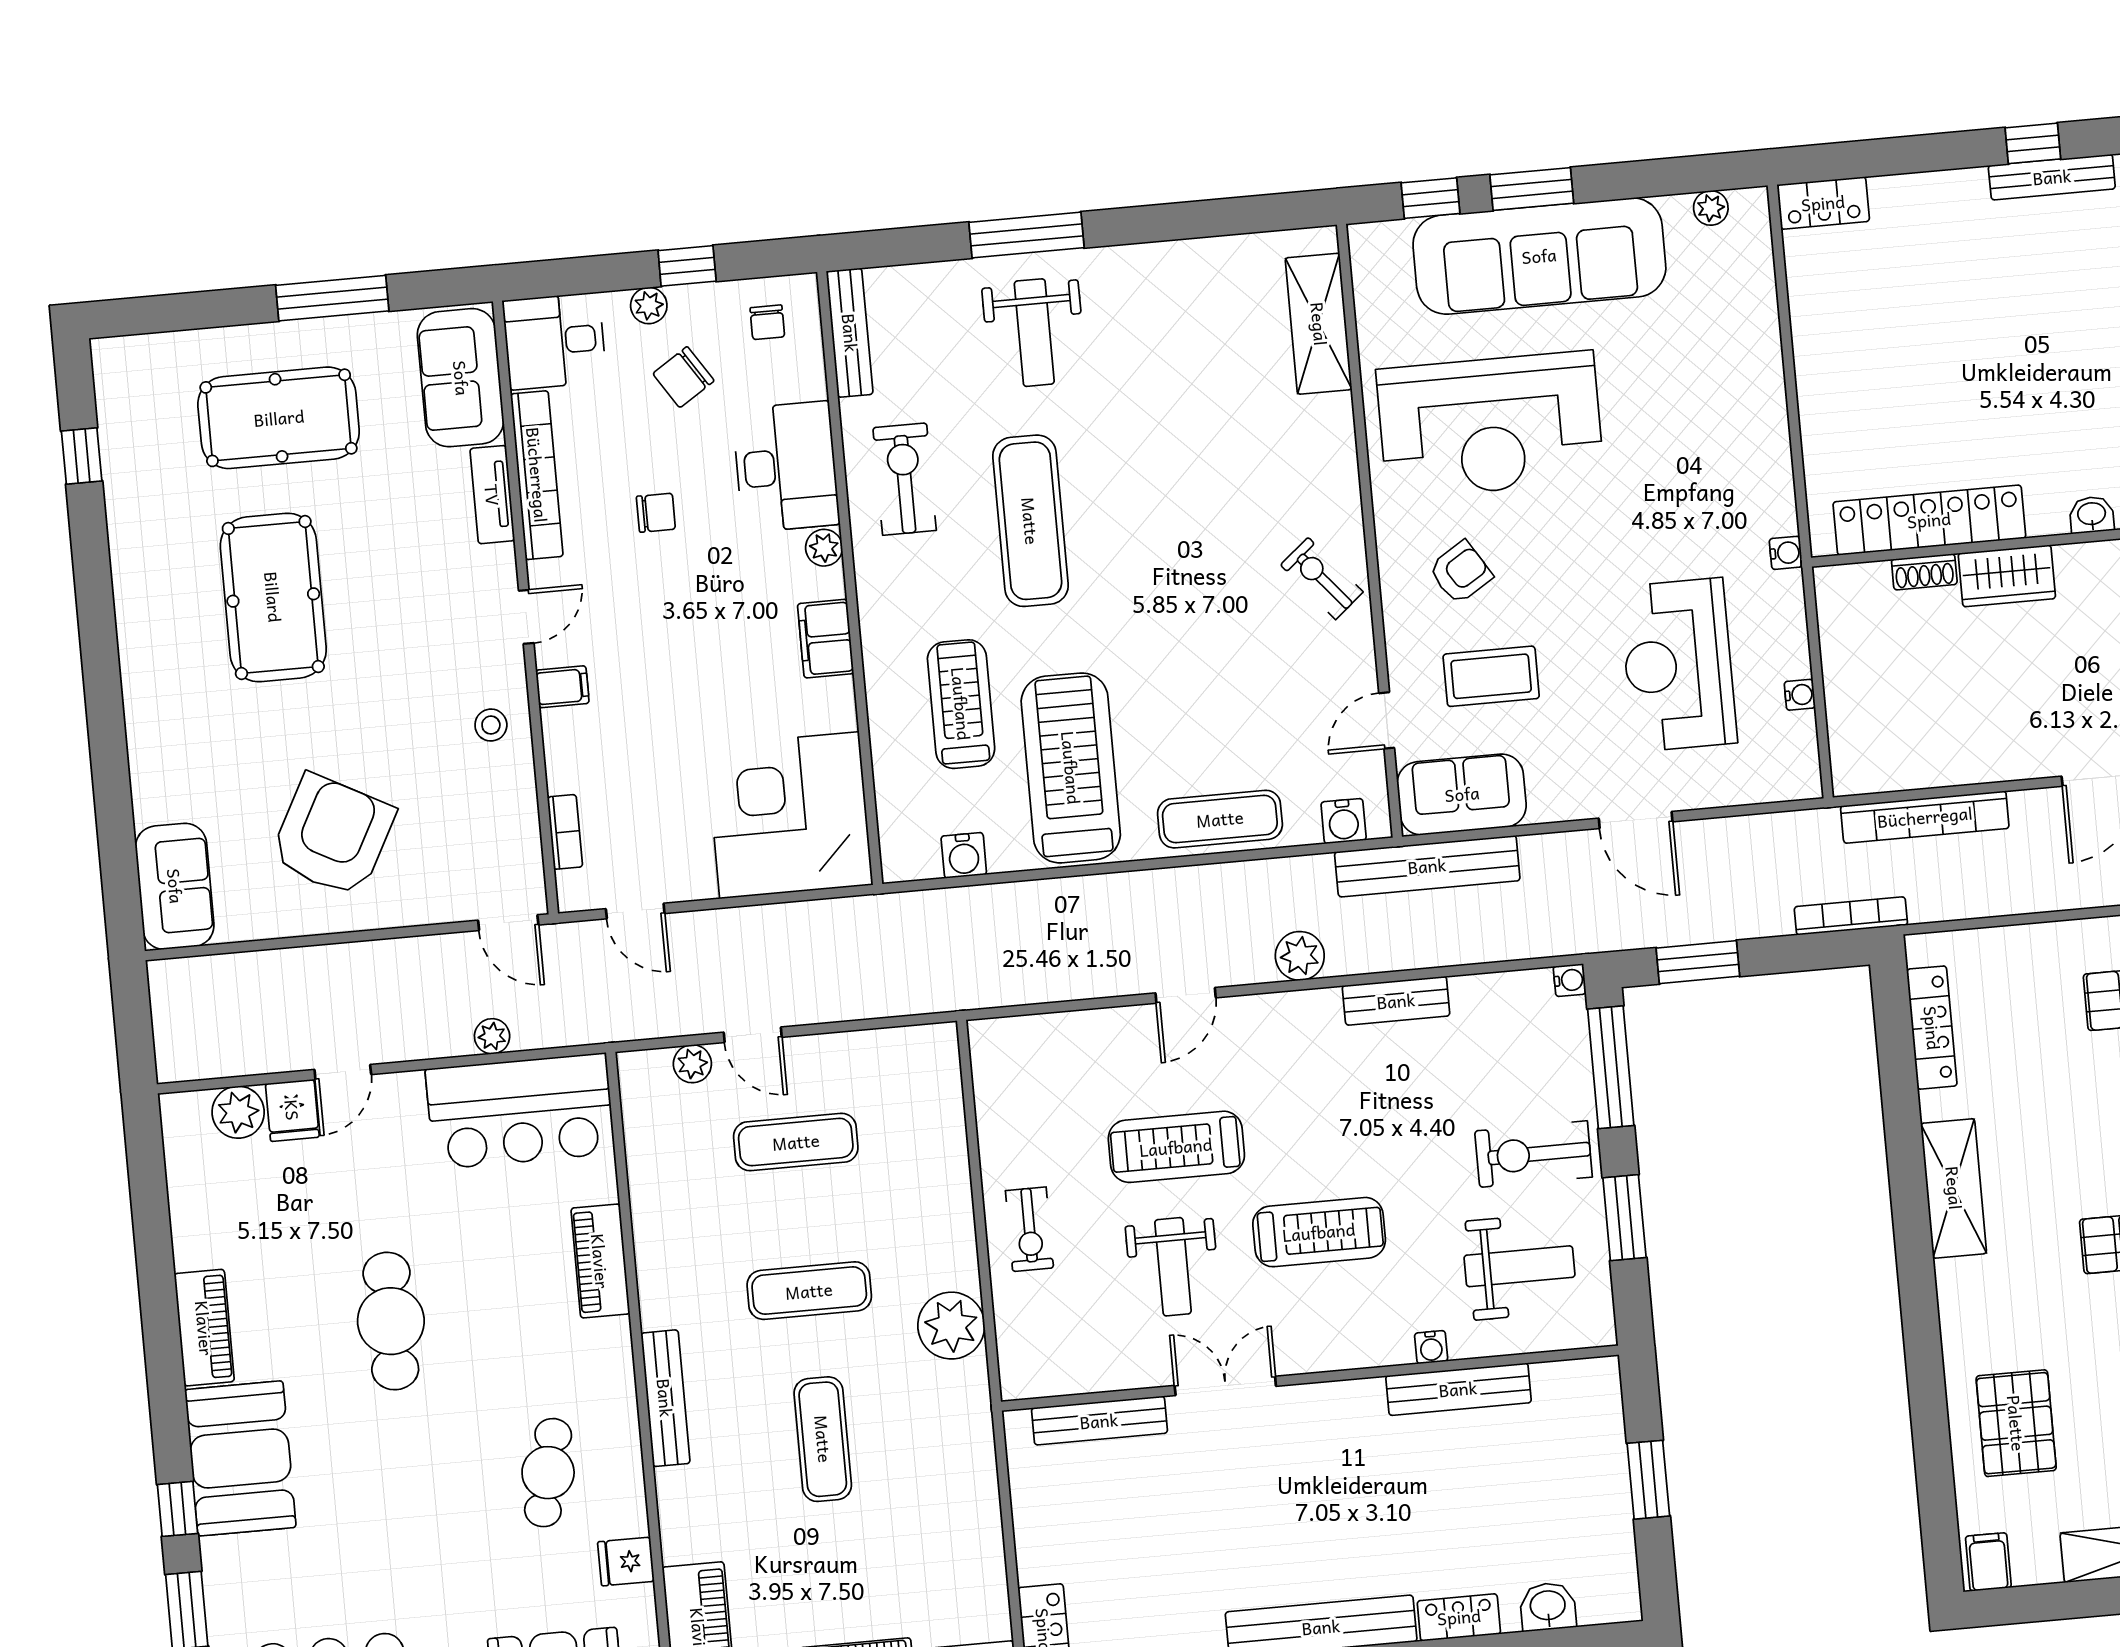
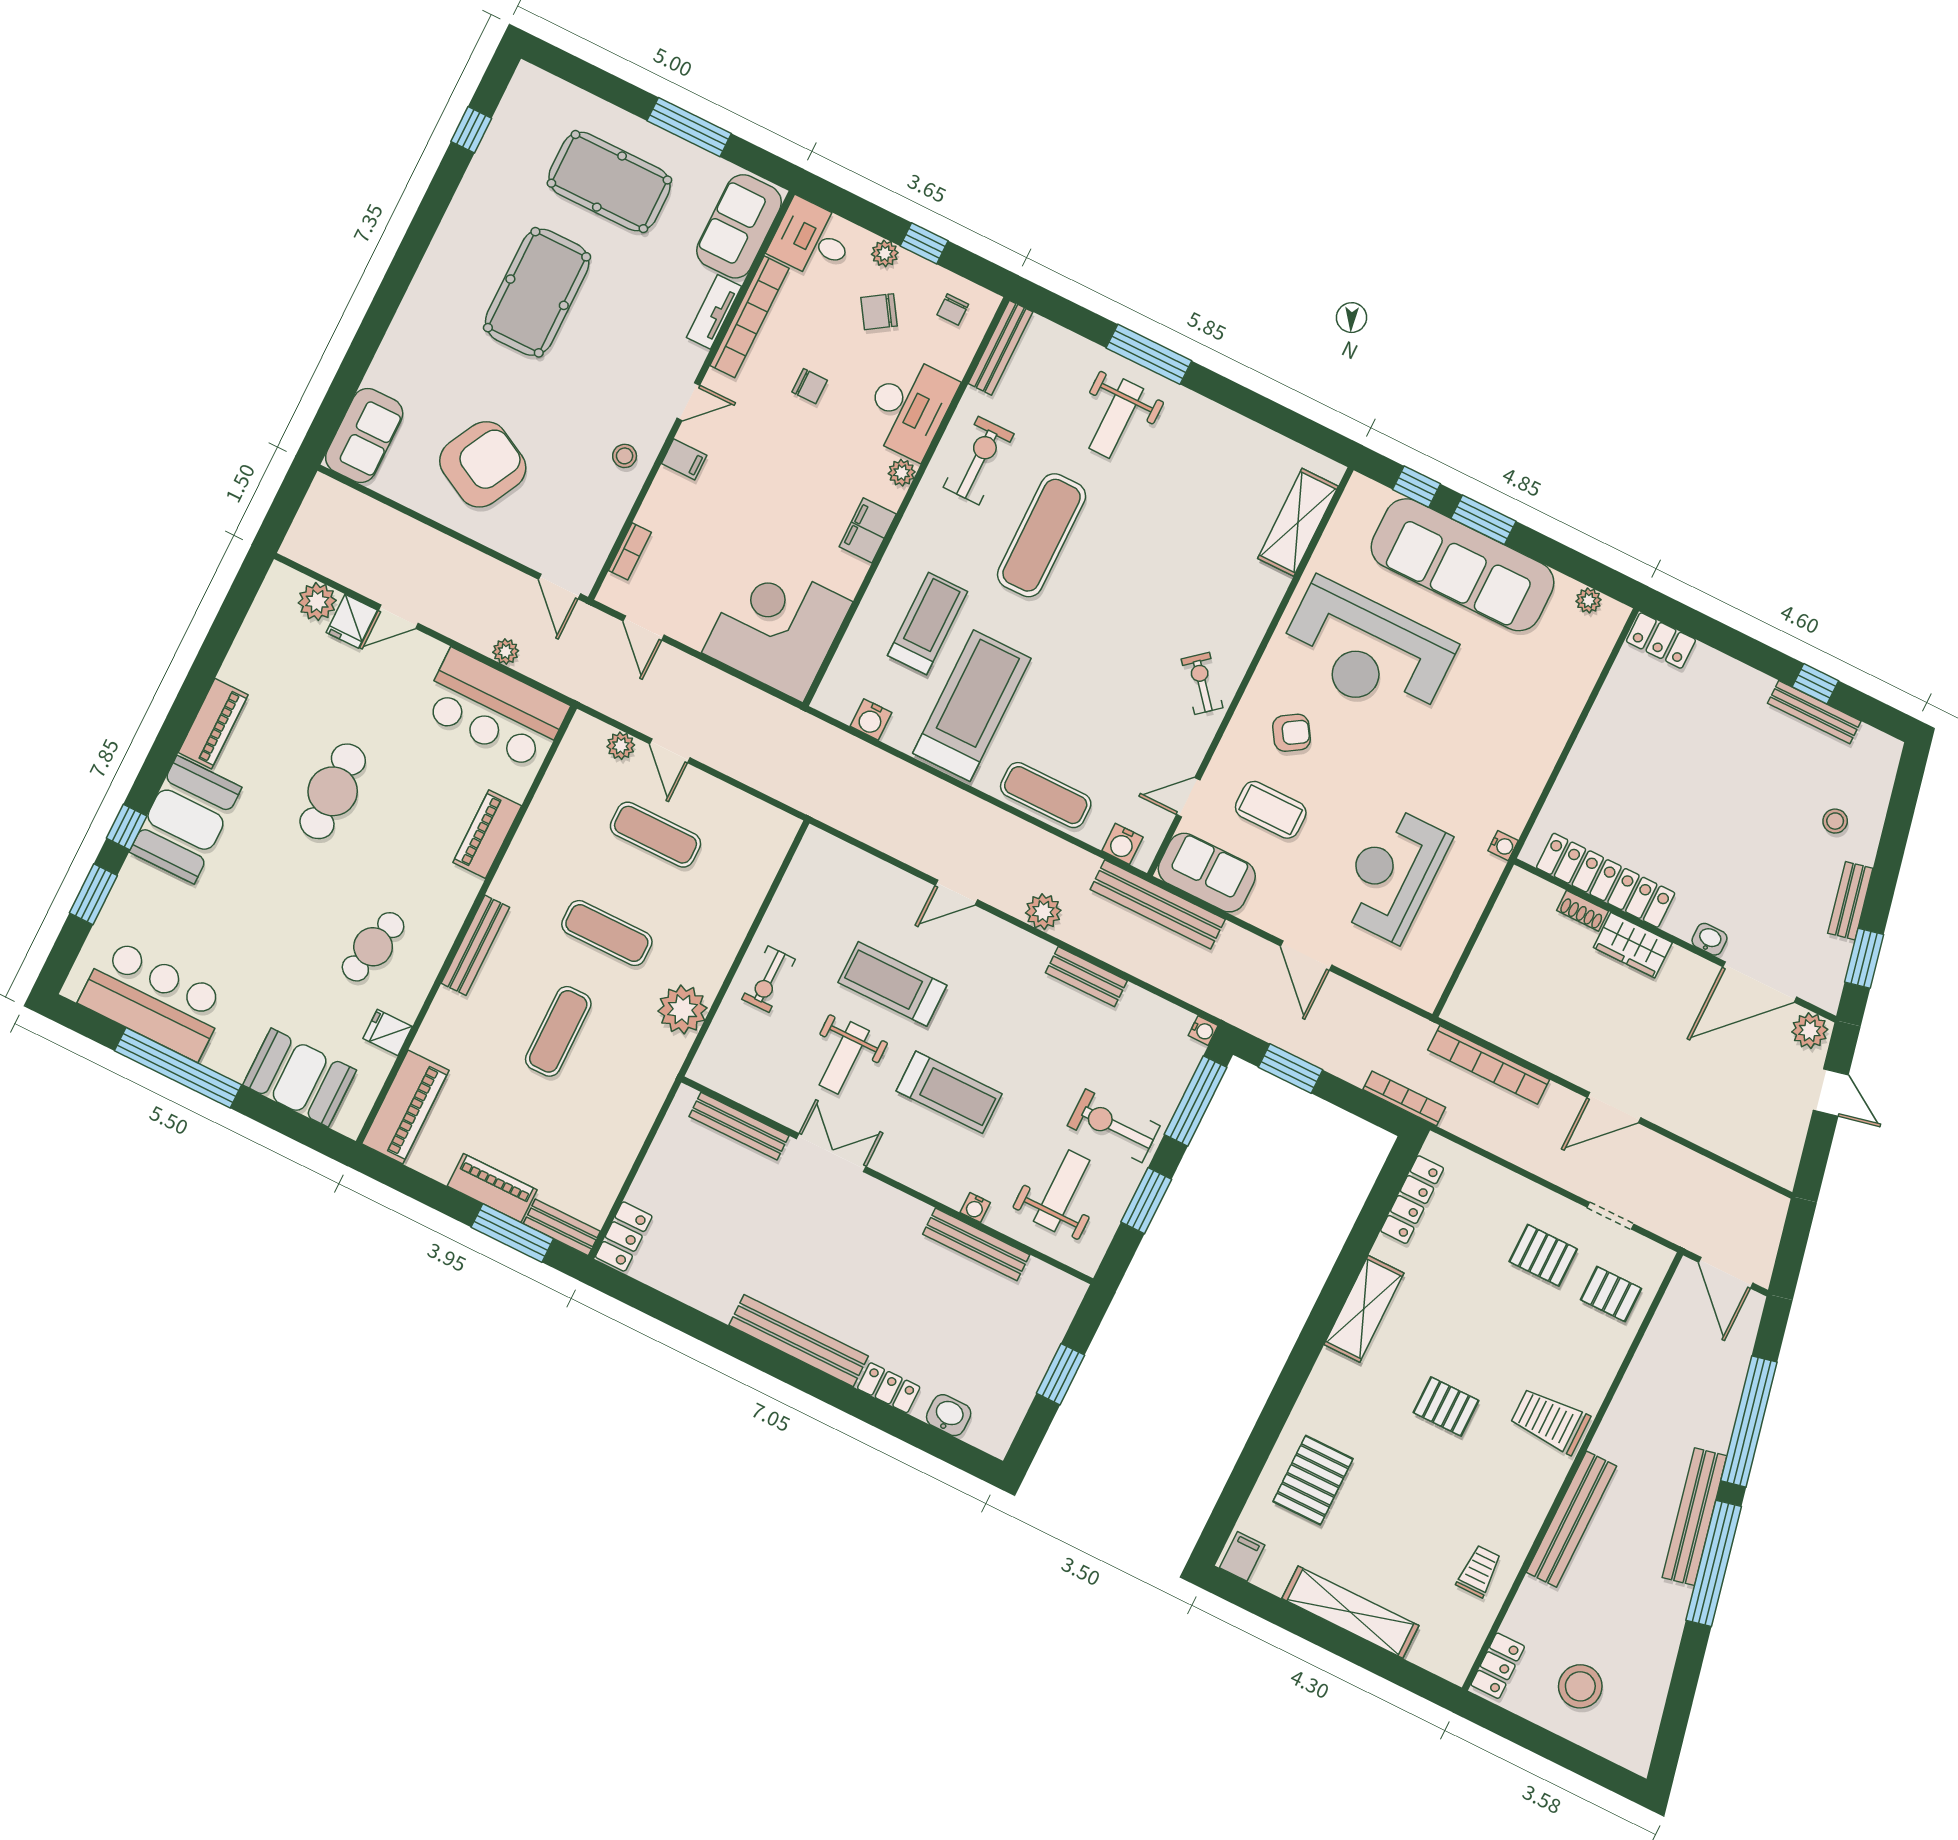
water cooler: (1800, 695) -> (1457, 940), removed
weight bench: (1519, 1266) -> (1062, 1191), turned -90

